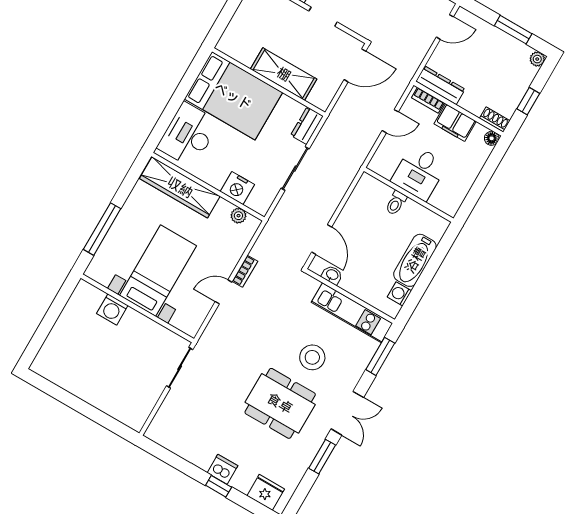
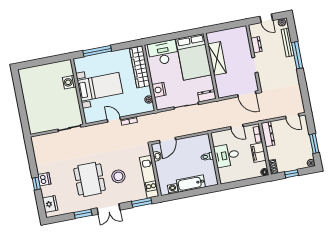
shelving: (284, 74) -> (217, 58), moved

